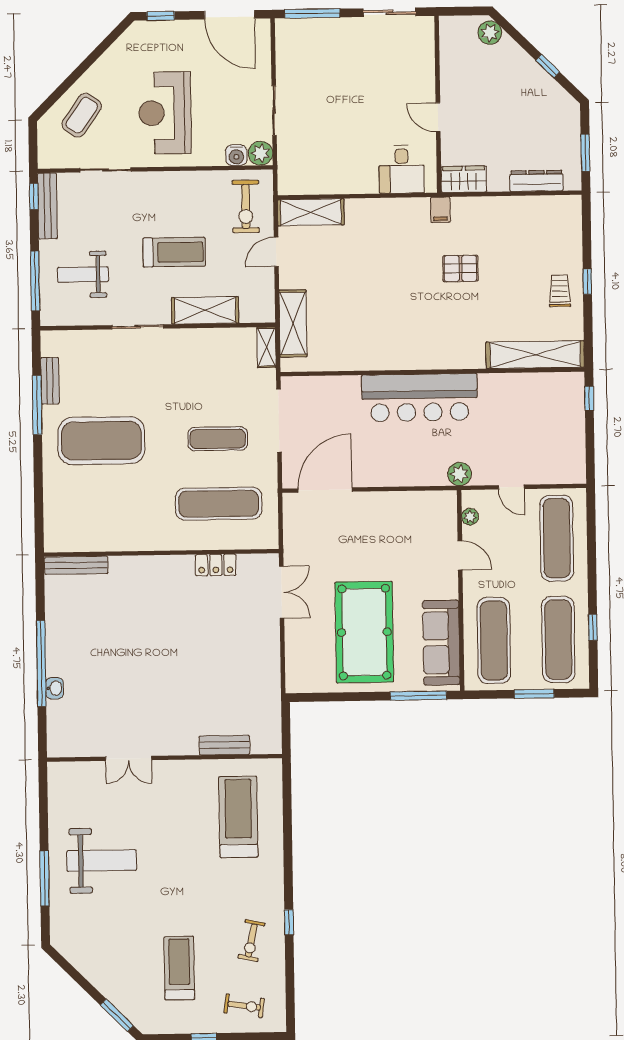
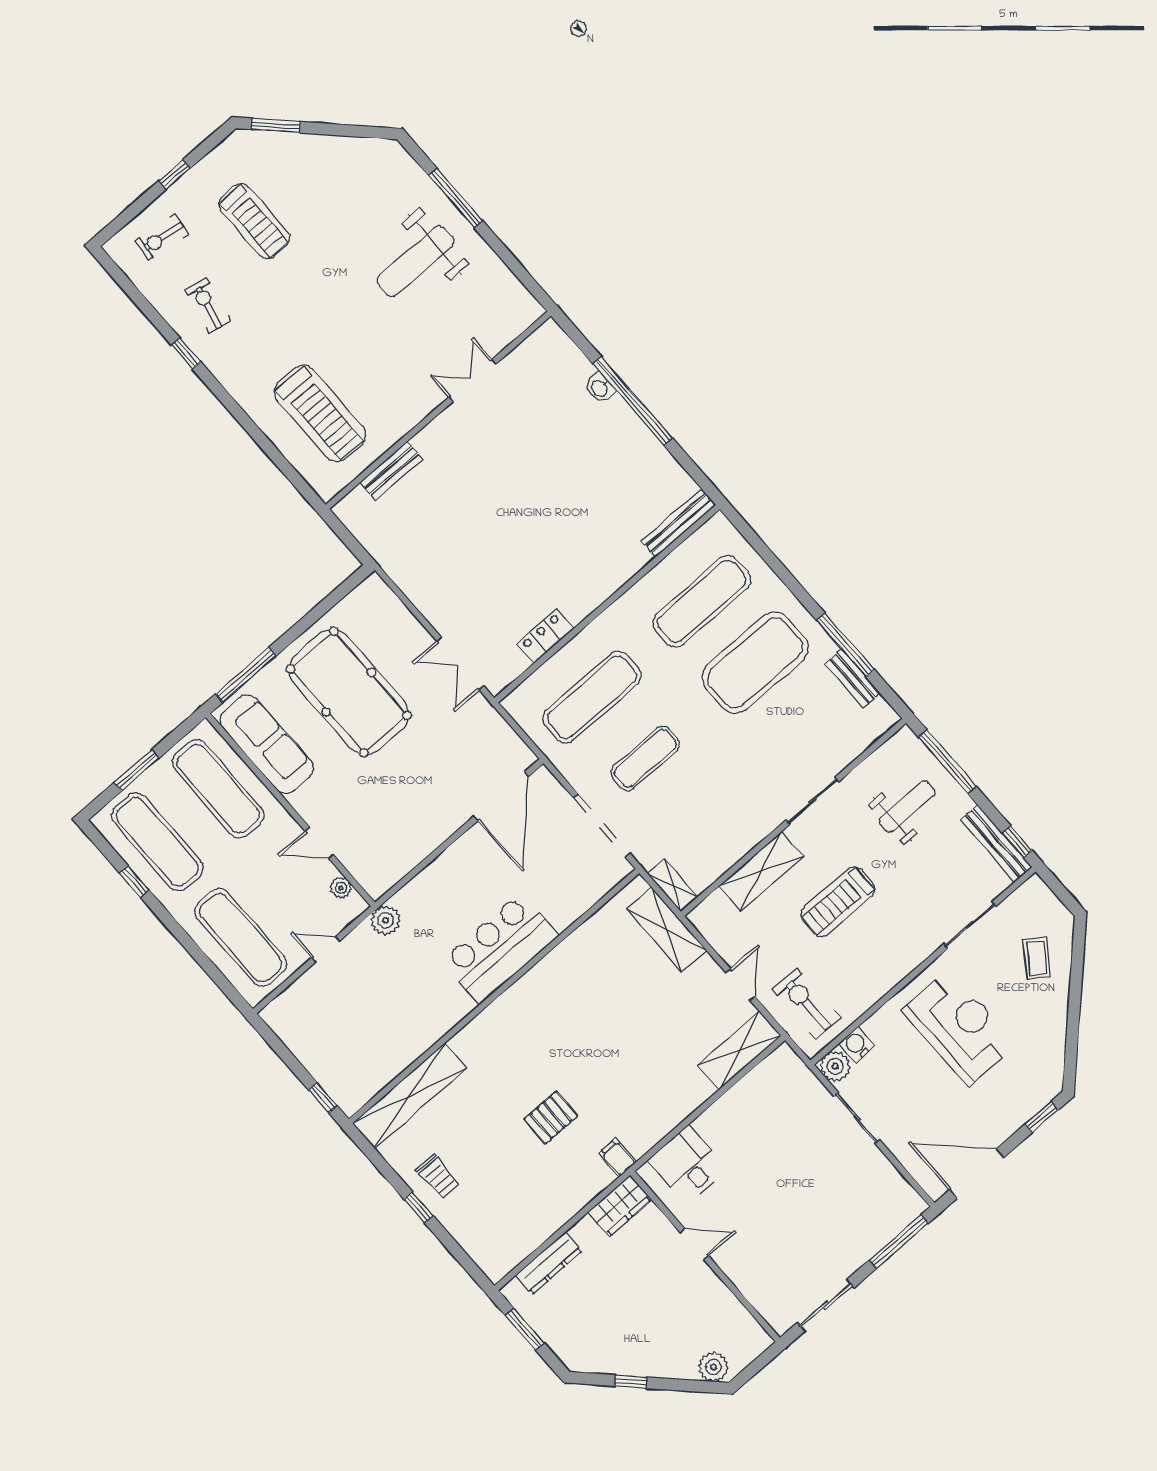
coffee table: (82, 115) -> (1037, 958), width x0.73, depth x0.77
bar counter: (419, 398) -> (500, 948), width x0.73
exercise mat: (102, 506) -> (702, 601), added

